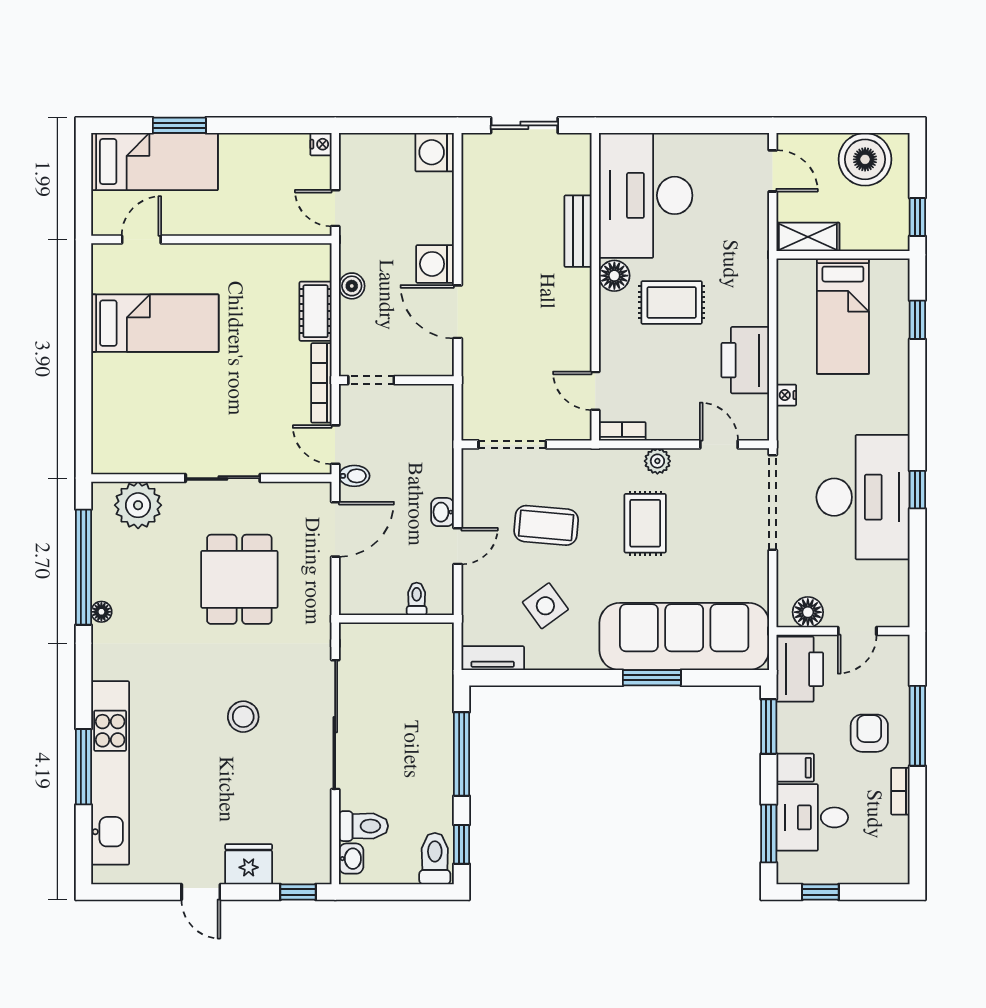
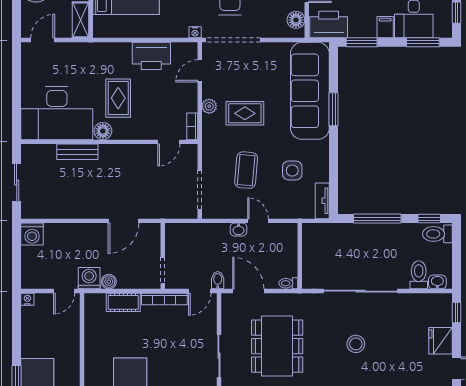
washing machine: (435, 264) -> (89, 278), moved, turned 180
nightstand: (786, 395) -> (195, 32), moved
dining table: (239, 579) -> (277, 346), width x1.38
toilet: (417, 599) -> (288, 283), moved
side table: (545, 606) -> (292, 170), turned 36

